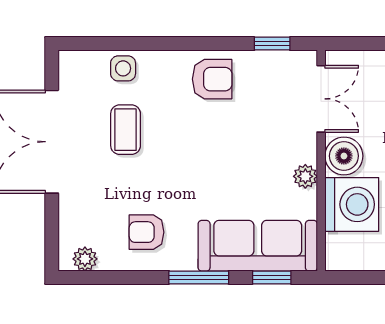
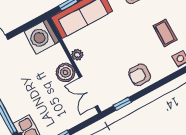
washing machine: (352, 204) -> (42, 37), moved

